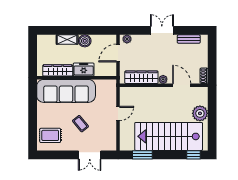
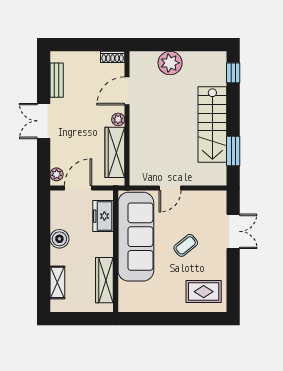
shelving: (67, 40) -> (57, 282), moved
door: (118, 53) -> (78, 188), swing flipped
freezer: (84, 70) -> (103, 216), moved
sofa: (66, 91) -> (136, 237), moved
door: (118, 113) -> (170, 188), swing flipped
rug: (50, 135) -> (204, 292), turned 90
stairs: (169, 136) -> (212, 125), width x0.73, depth x0.66

